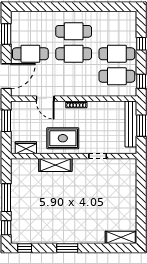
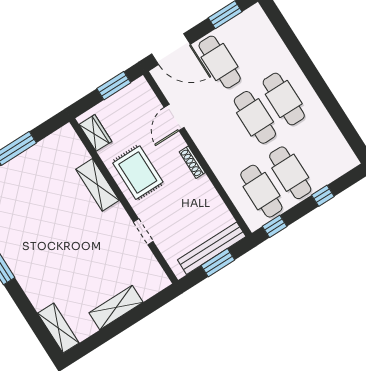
shelving: (130, 198) -> (116, 307), added

